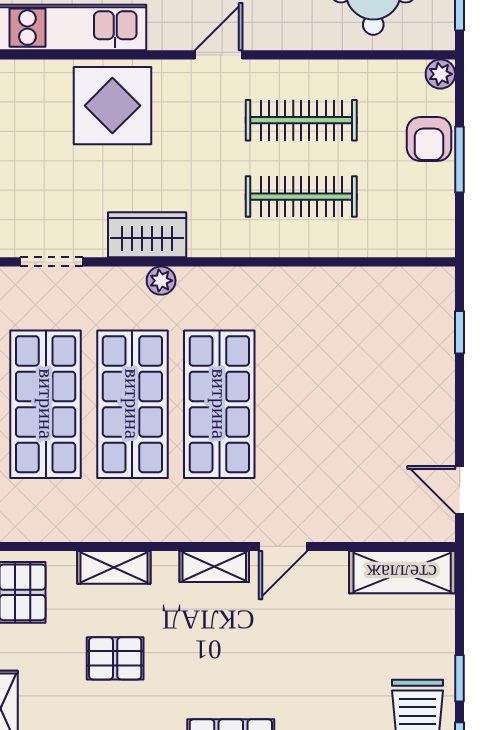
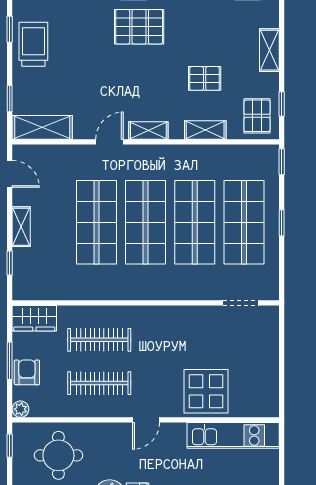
wardrobe: (147, 235) -> (34, 318), moved
plant: (161, 281) -> (179, 292), removed
shelving: (439, 396) -> (21, 227), added
shop shelf: (306, 404) -> (96, 222), added
window: (460, 678) -> (10, 98), moved

